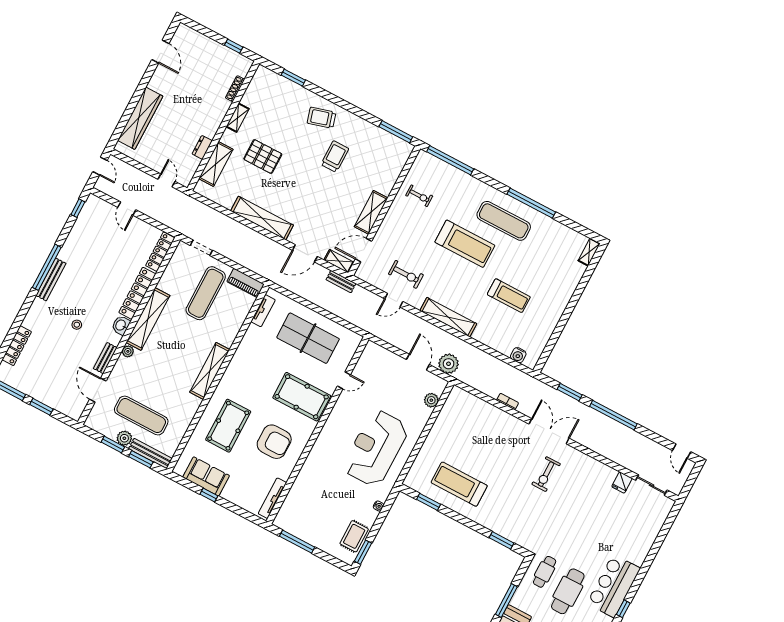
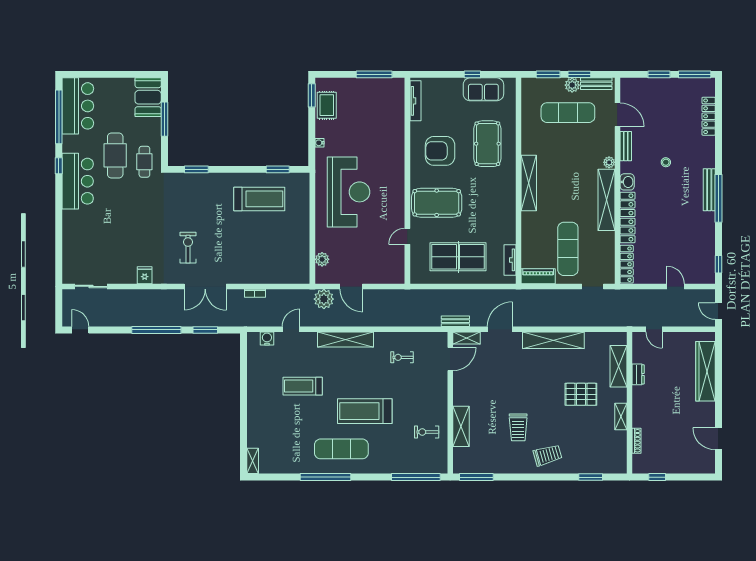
shelving: (371, 212) -> (461, 426), moved
exercise bike: (406, 274) -> (402, 357), width x0.73, depth x0.72
door: (394, 300) -> (291, 329), moved
bench: (150, 454) -> (596, 84), moved, width x0.73
fridge: (622, 482) -> (145, 275), moved

